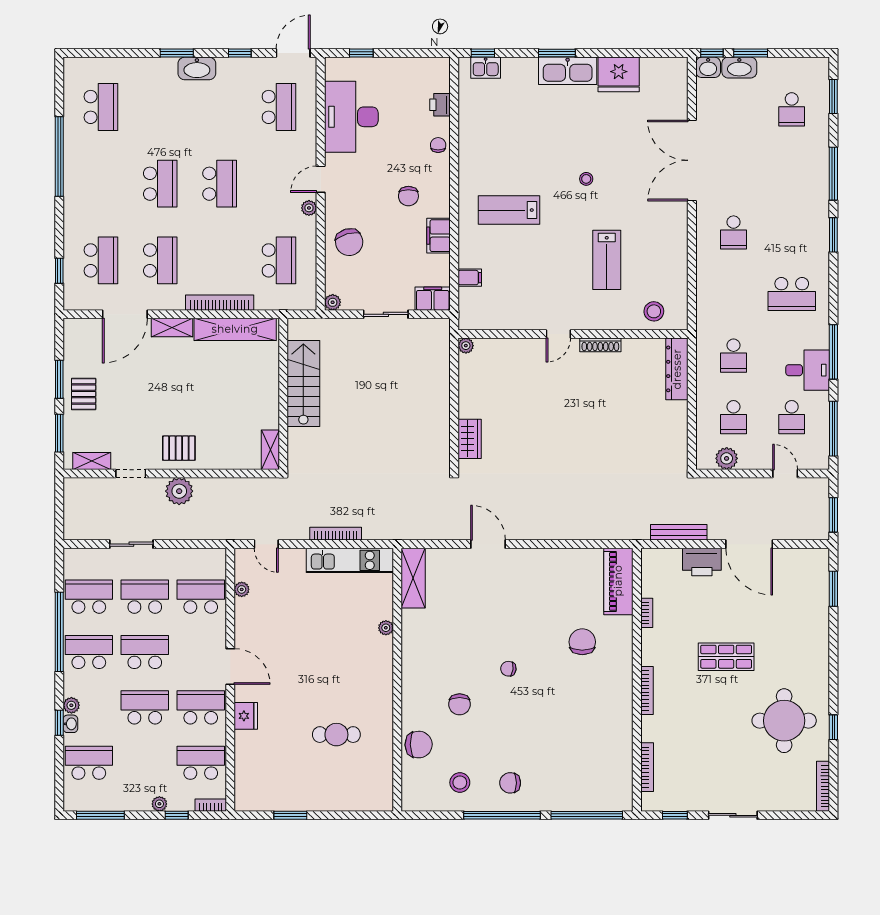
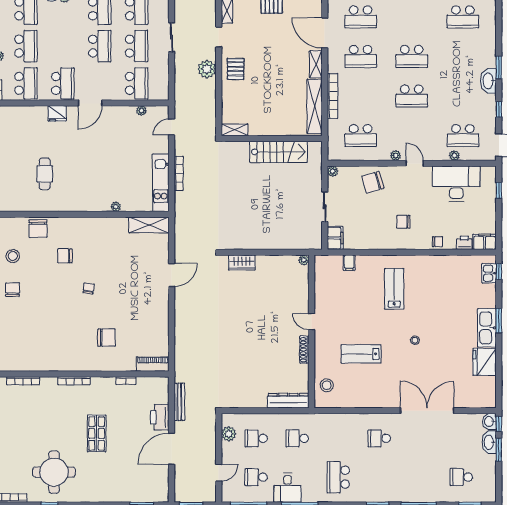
plant: (309, 120) -> (454, 155), added
filing cabinet: (439, 236) -> (485, 242), moved
piano: (618, 581) -> (153, 364), width x0.73, depth x0.75
school desk: (145, 707) -> (26, 46), moved

